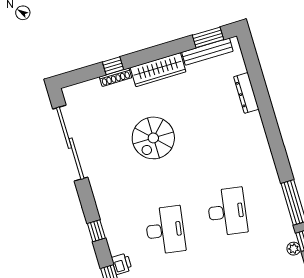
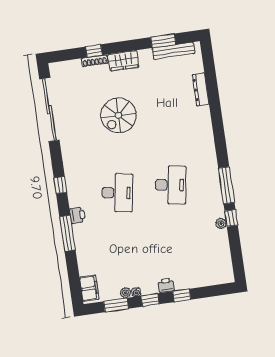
window: (208, 37) -> (163, 41), moved
wardrobe: (158, 70) -> (123, 61), width x0.67

